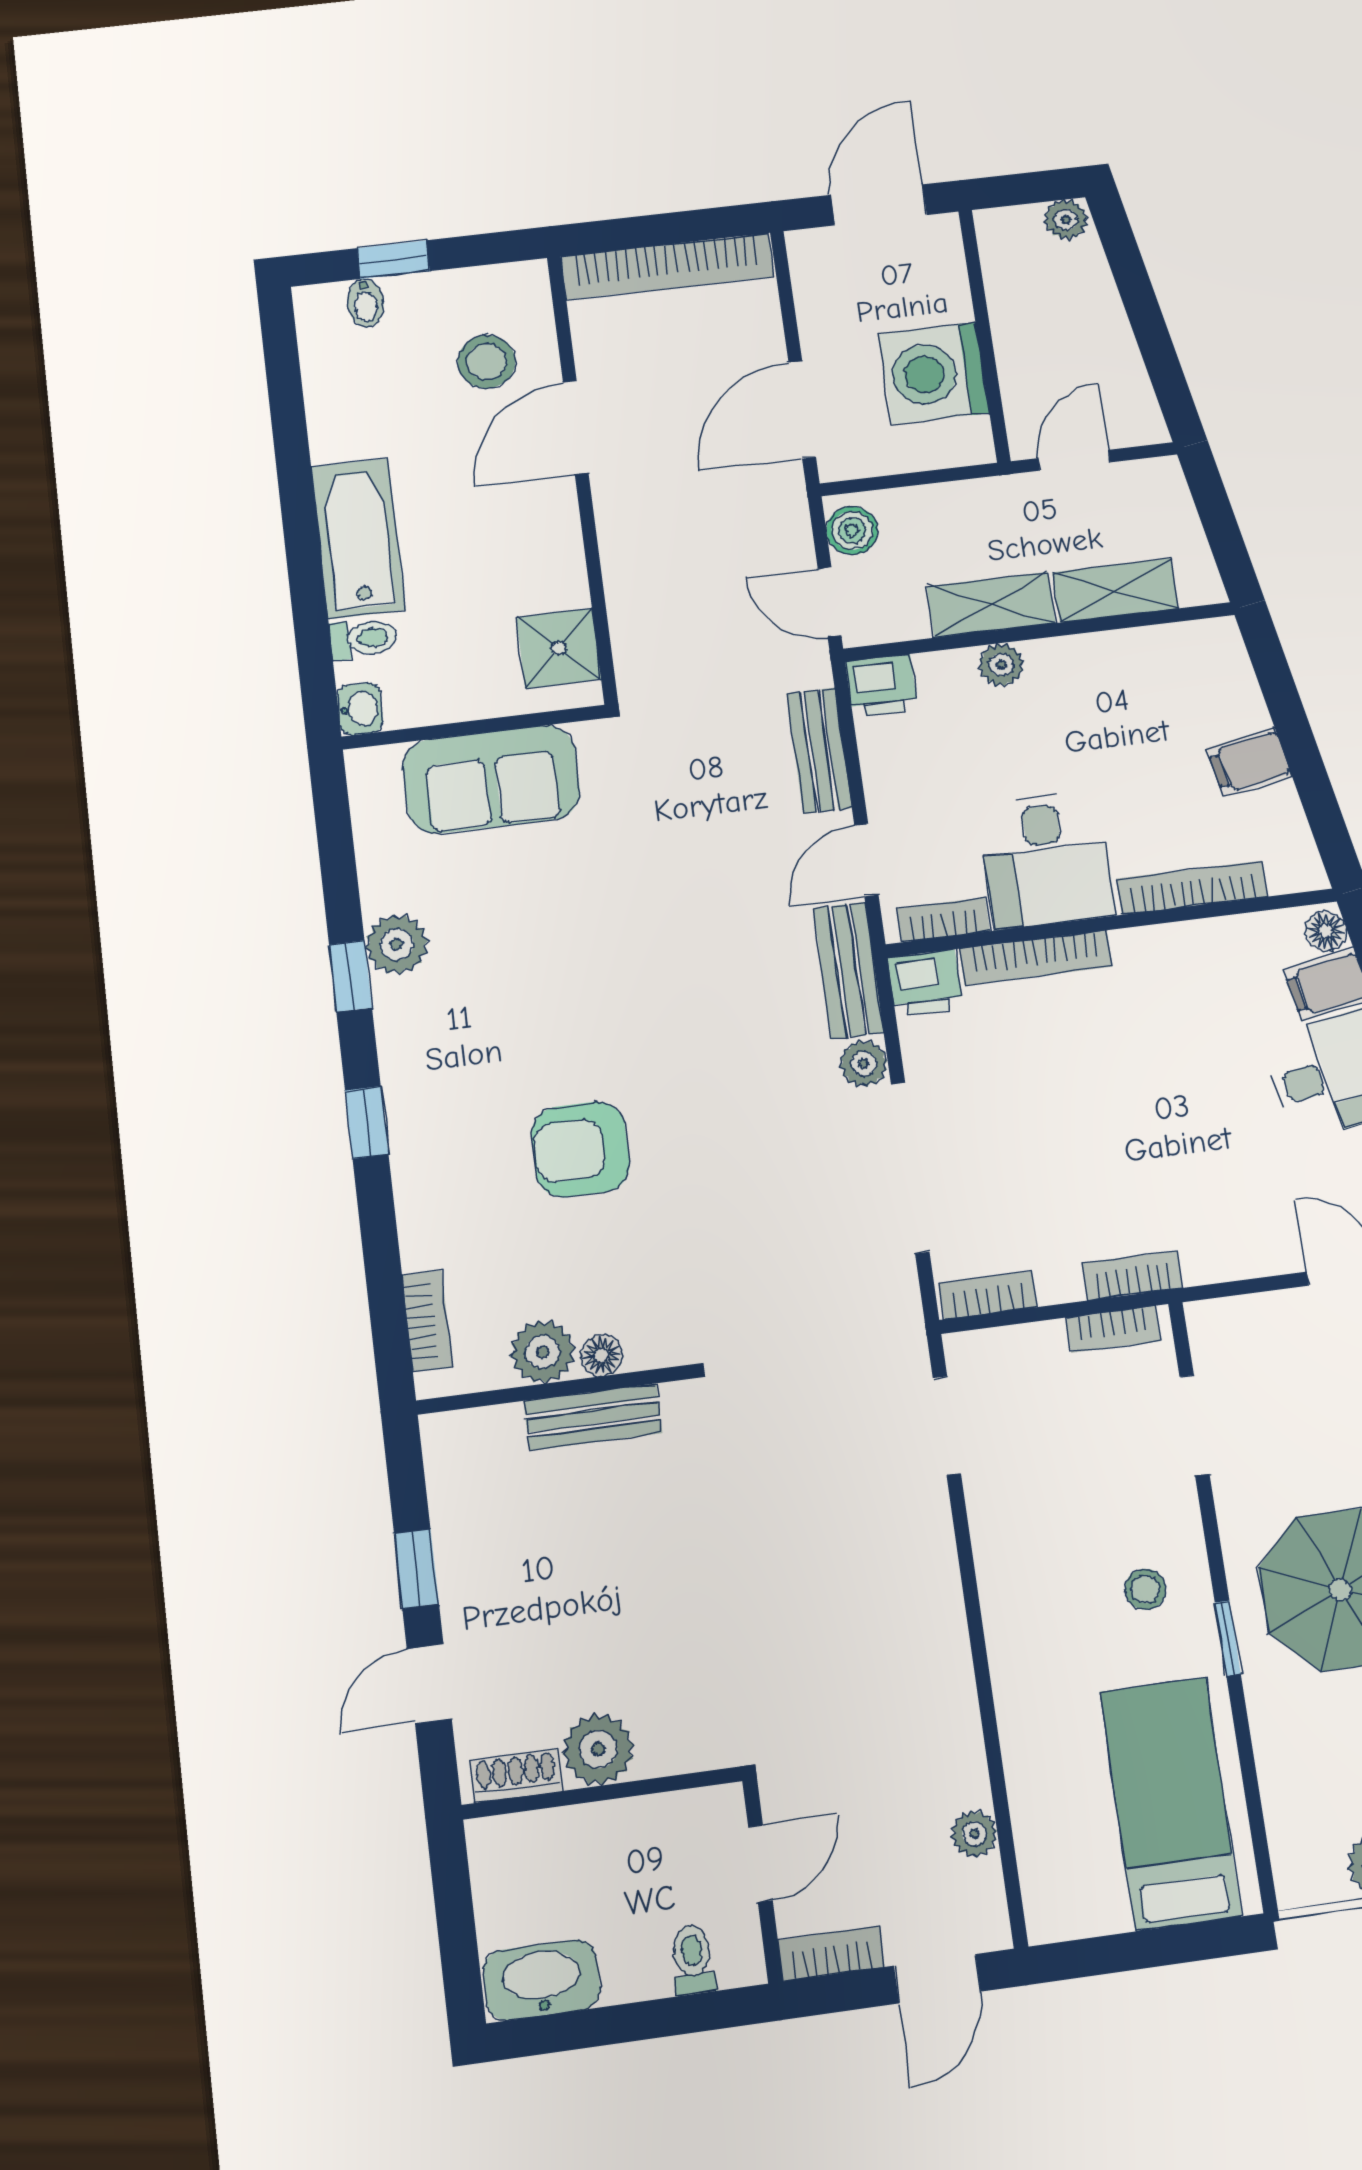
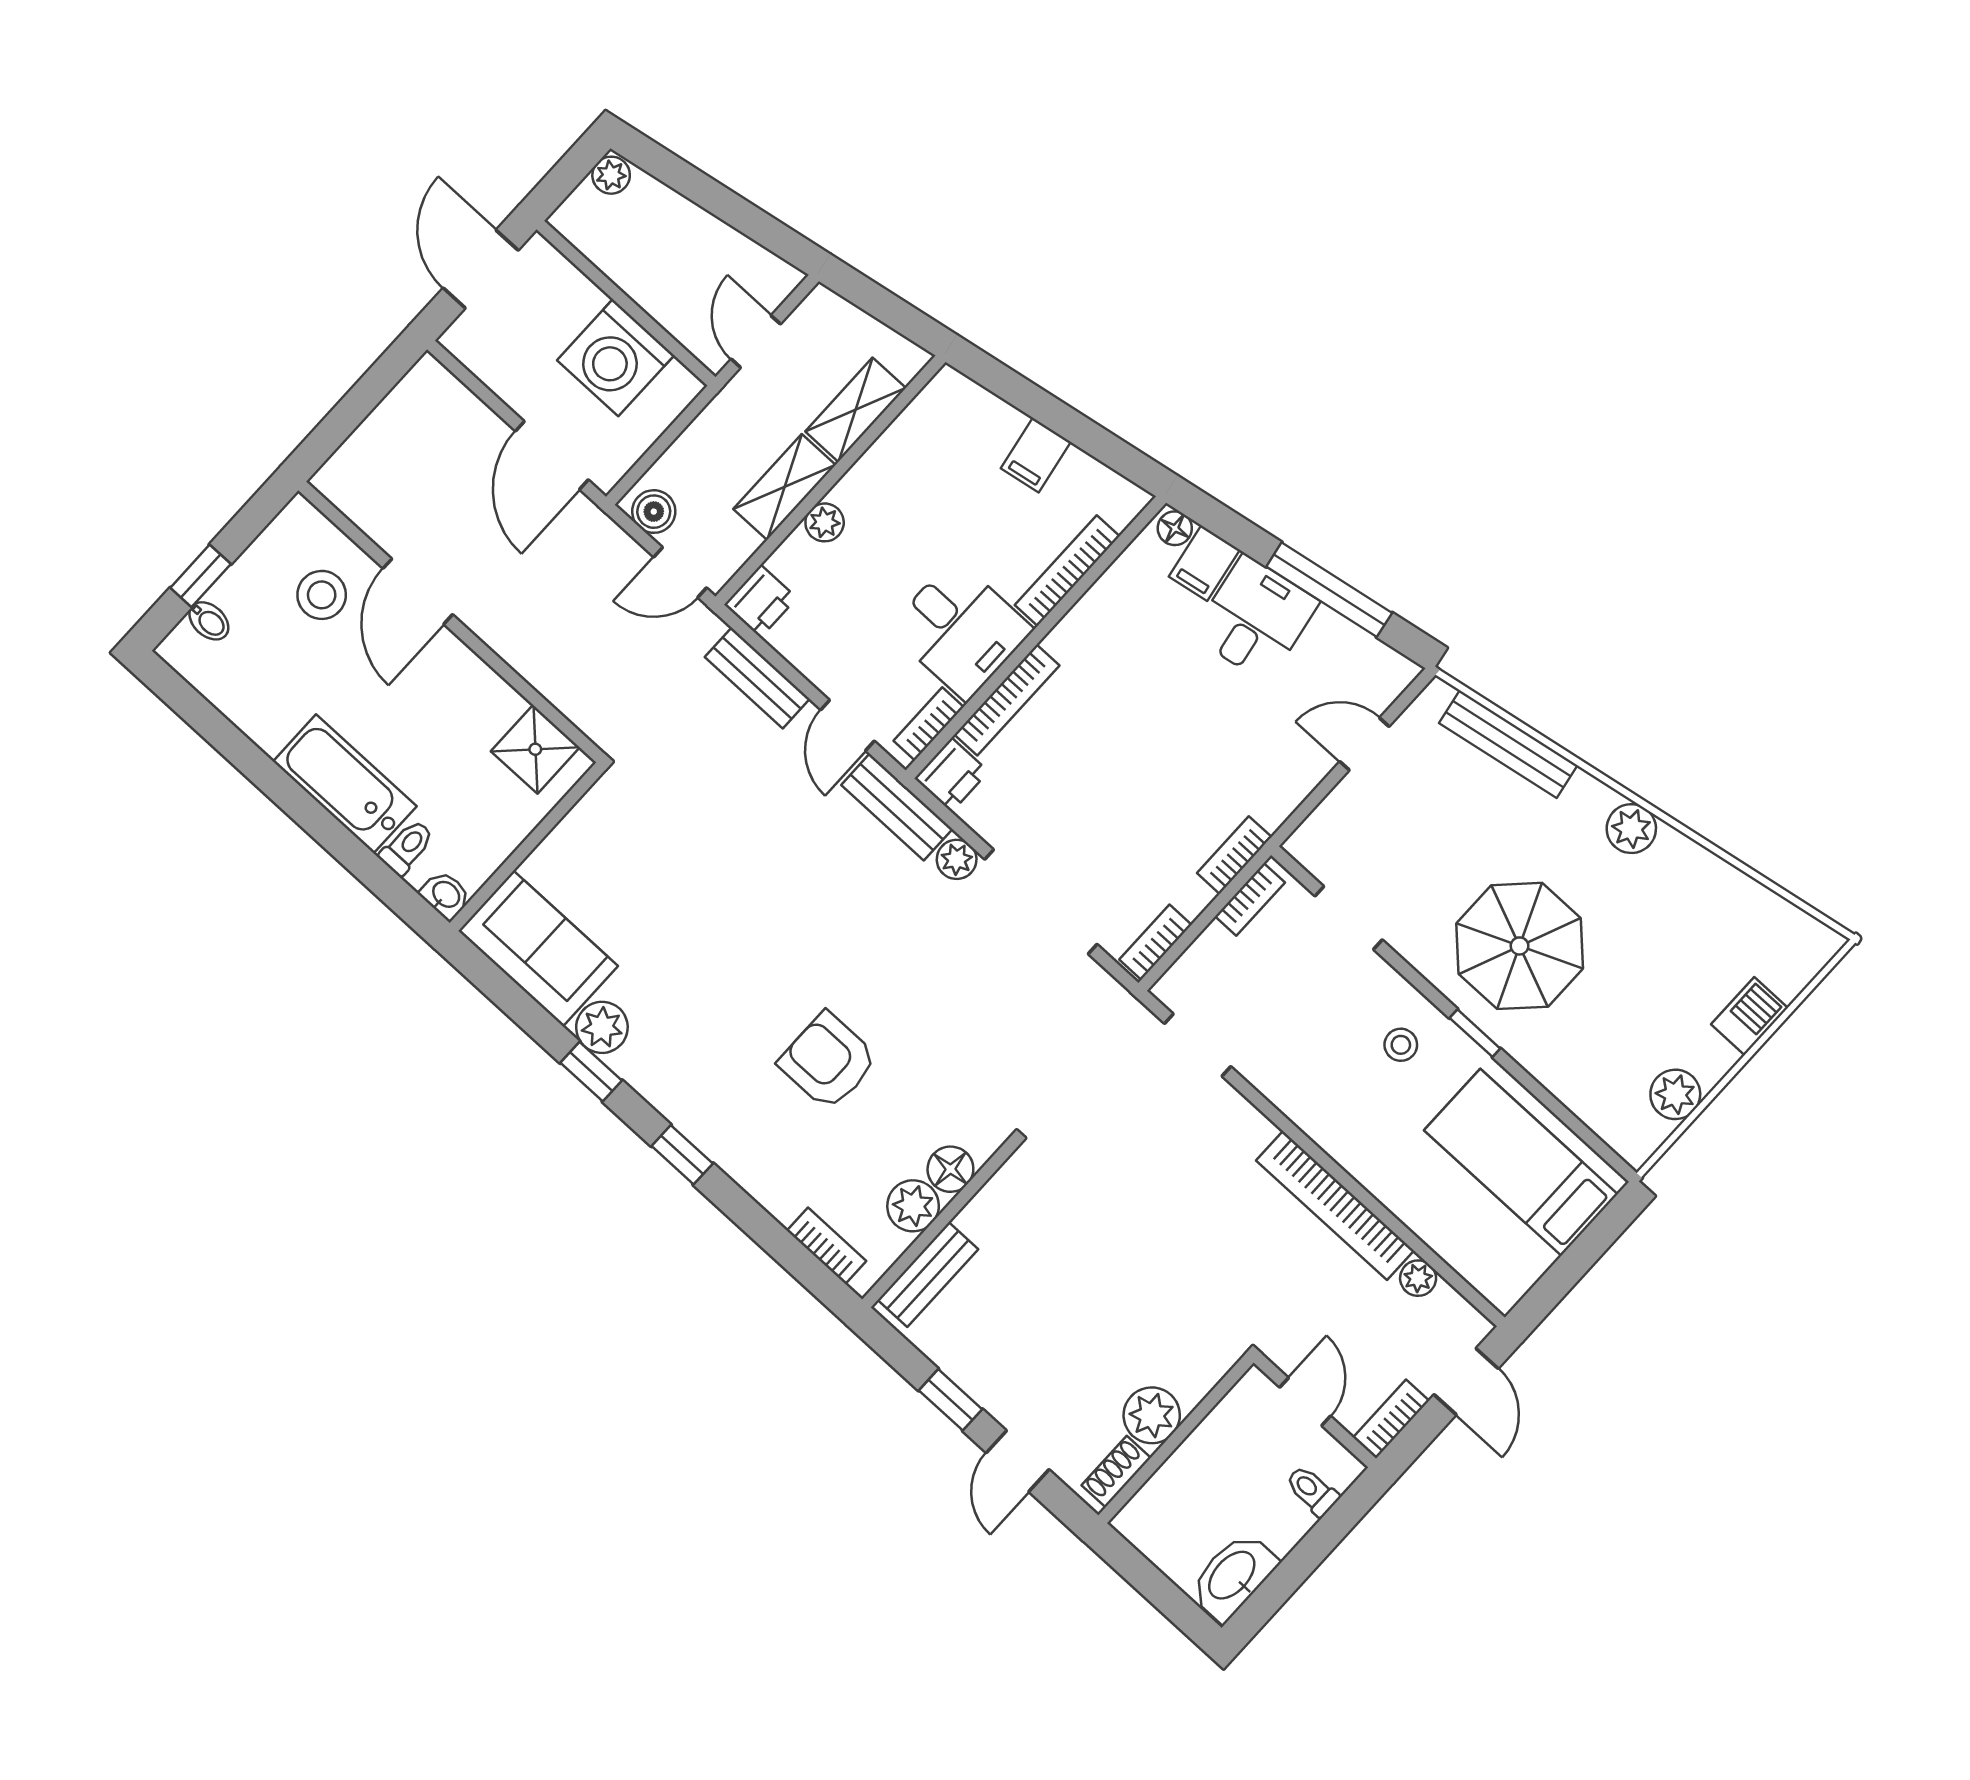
bookcase: (667, 266) -> (1335, 1205), moved, turned 90
sofa: (491, 779) -> (538, 948), moved, turned -90
armchair: (580, 1149) -> (828, 1061), turned 90
floor lamp: (602, 1355) -> (950, 1169), width x1.37, depth x1.37
bench: (593, 1417) -> (928, 1275), moved

